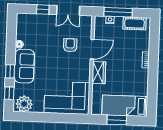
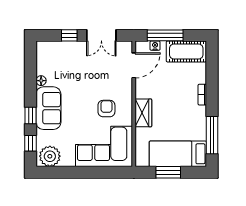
cot: (134, 23) -> (186, 52), width x1.37, depth x1.34
armchair: (70, 45) -> (106, 109), moved
door: (92, 49) -> (134, 65), moved
window: (152, 92) -> (212, 135), added

